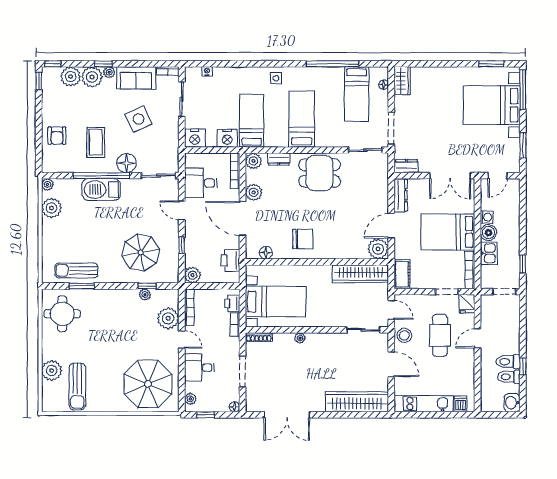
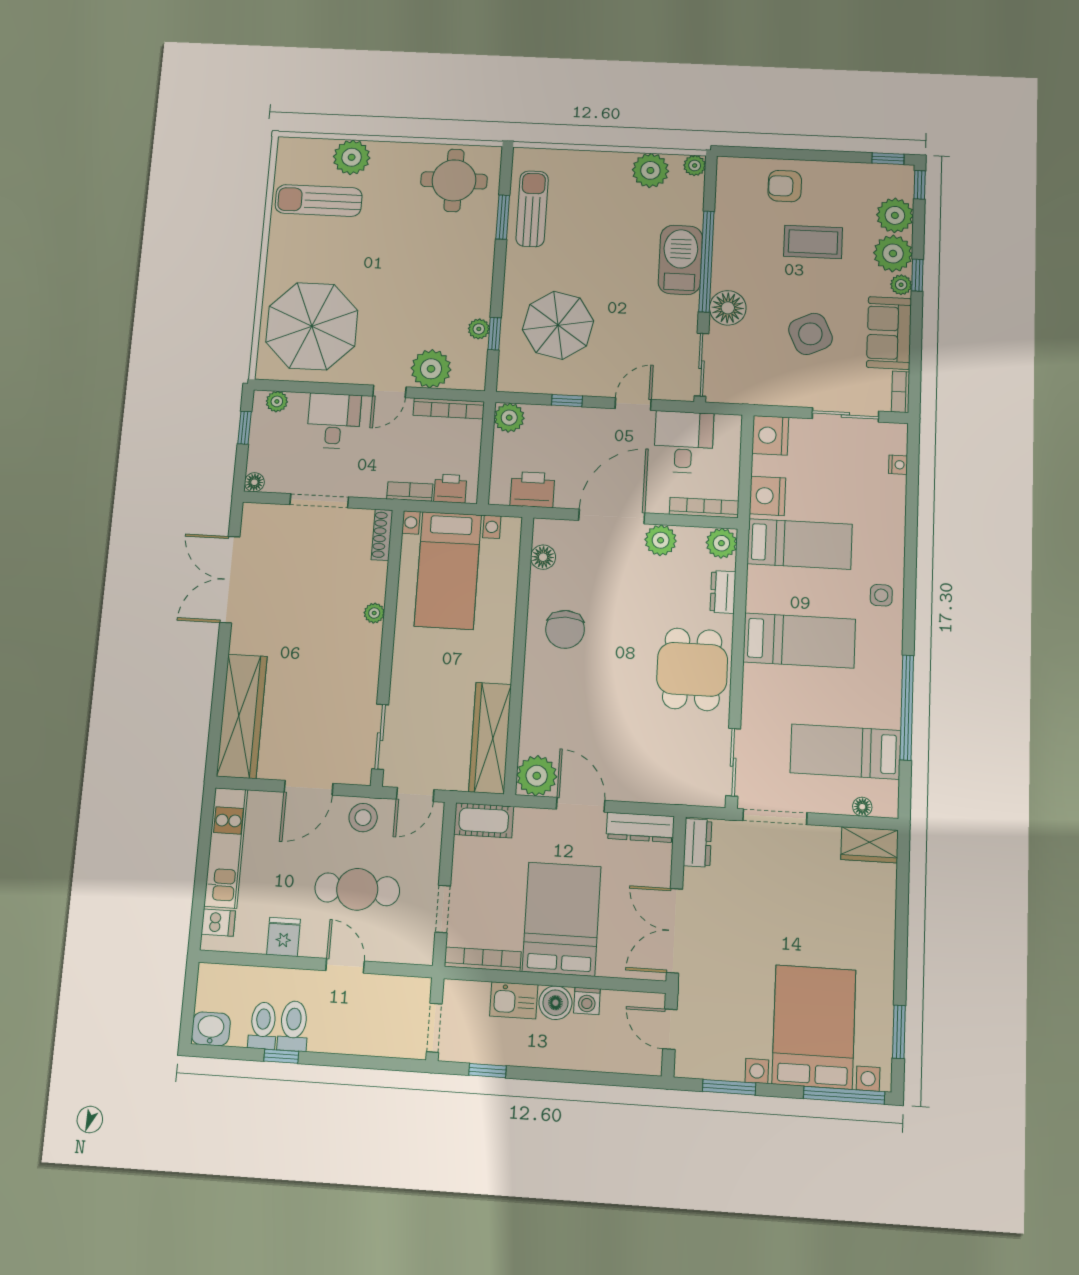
coffee table: (96, 142) -> (813, 242), moved
fridge: (467, 304) -> (284, 937), moved, turned 90

